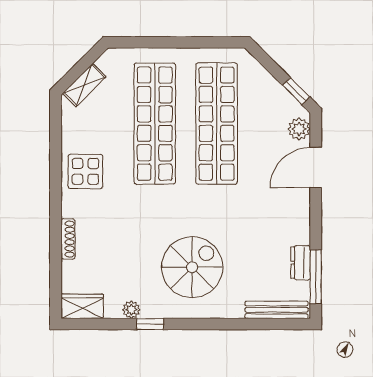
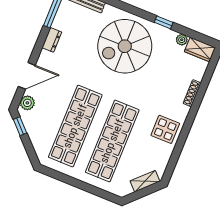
dresser: (301, 263) -> (52, 40), moved
spiral stairs: (192, 267) -> (125, 46), width x1.37, depth x1.37
plant: (131, 310) -> (182, 40), moved

